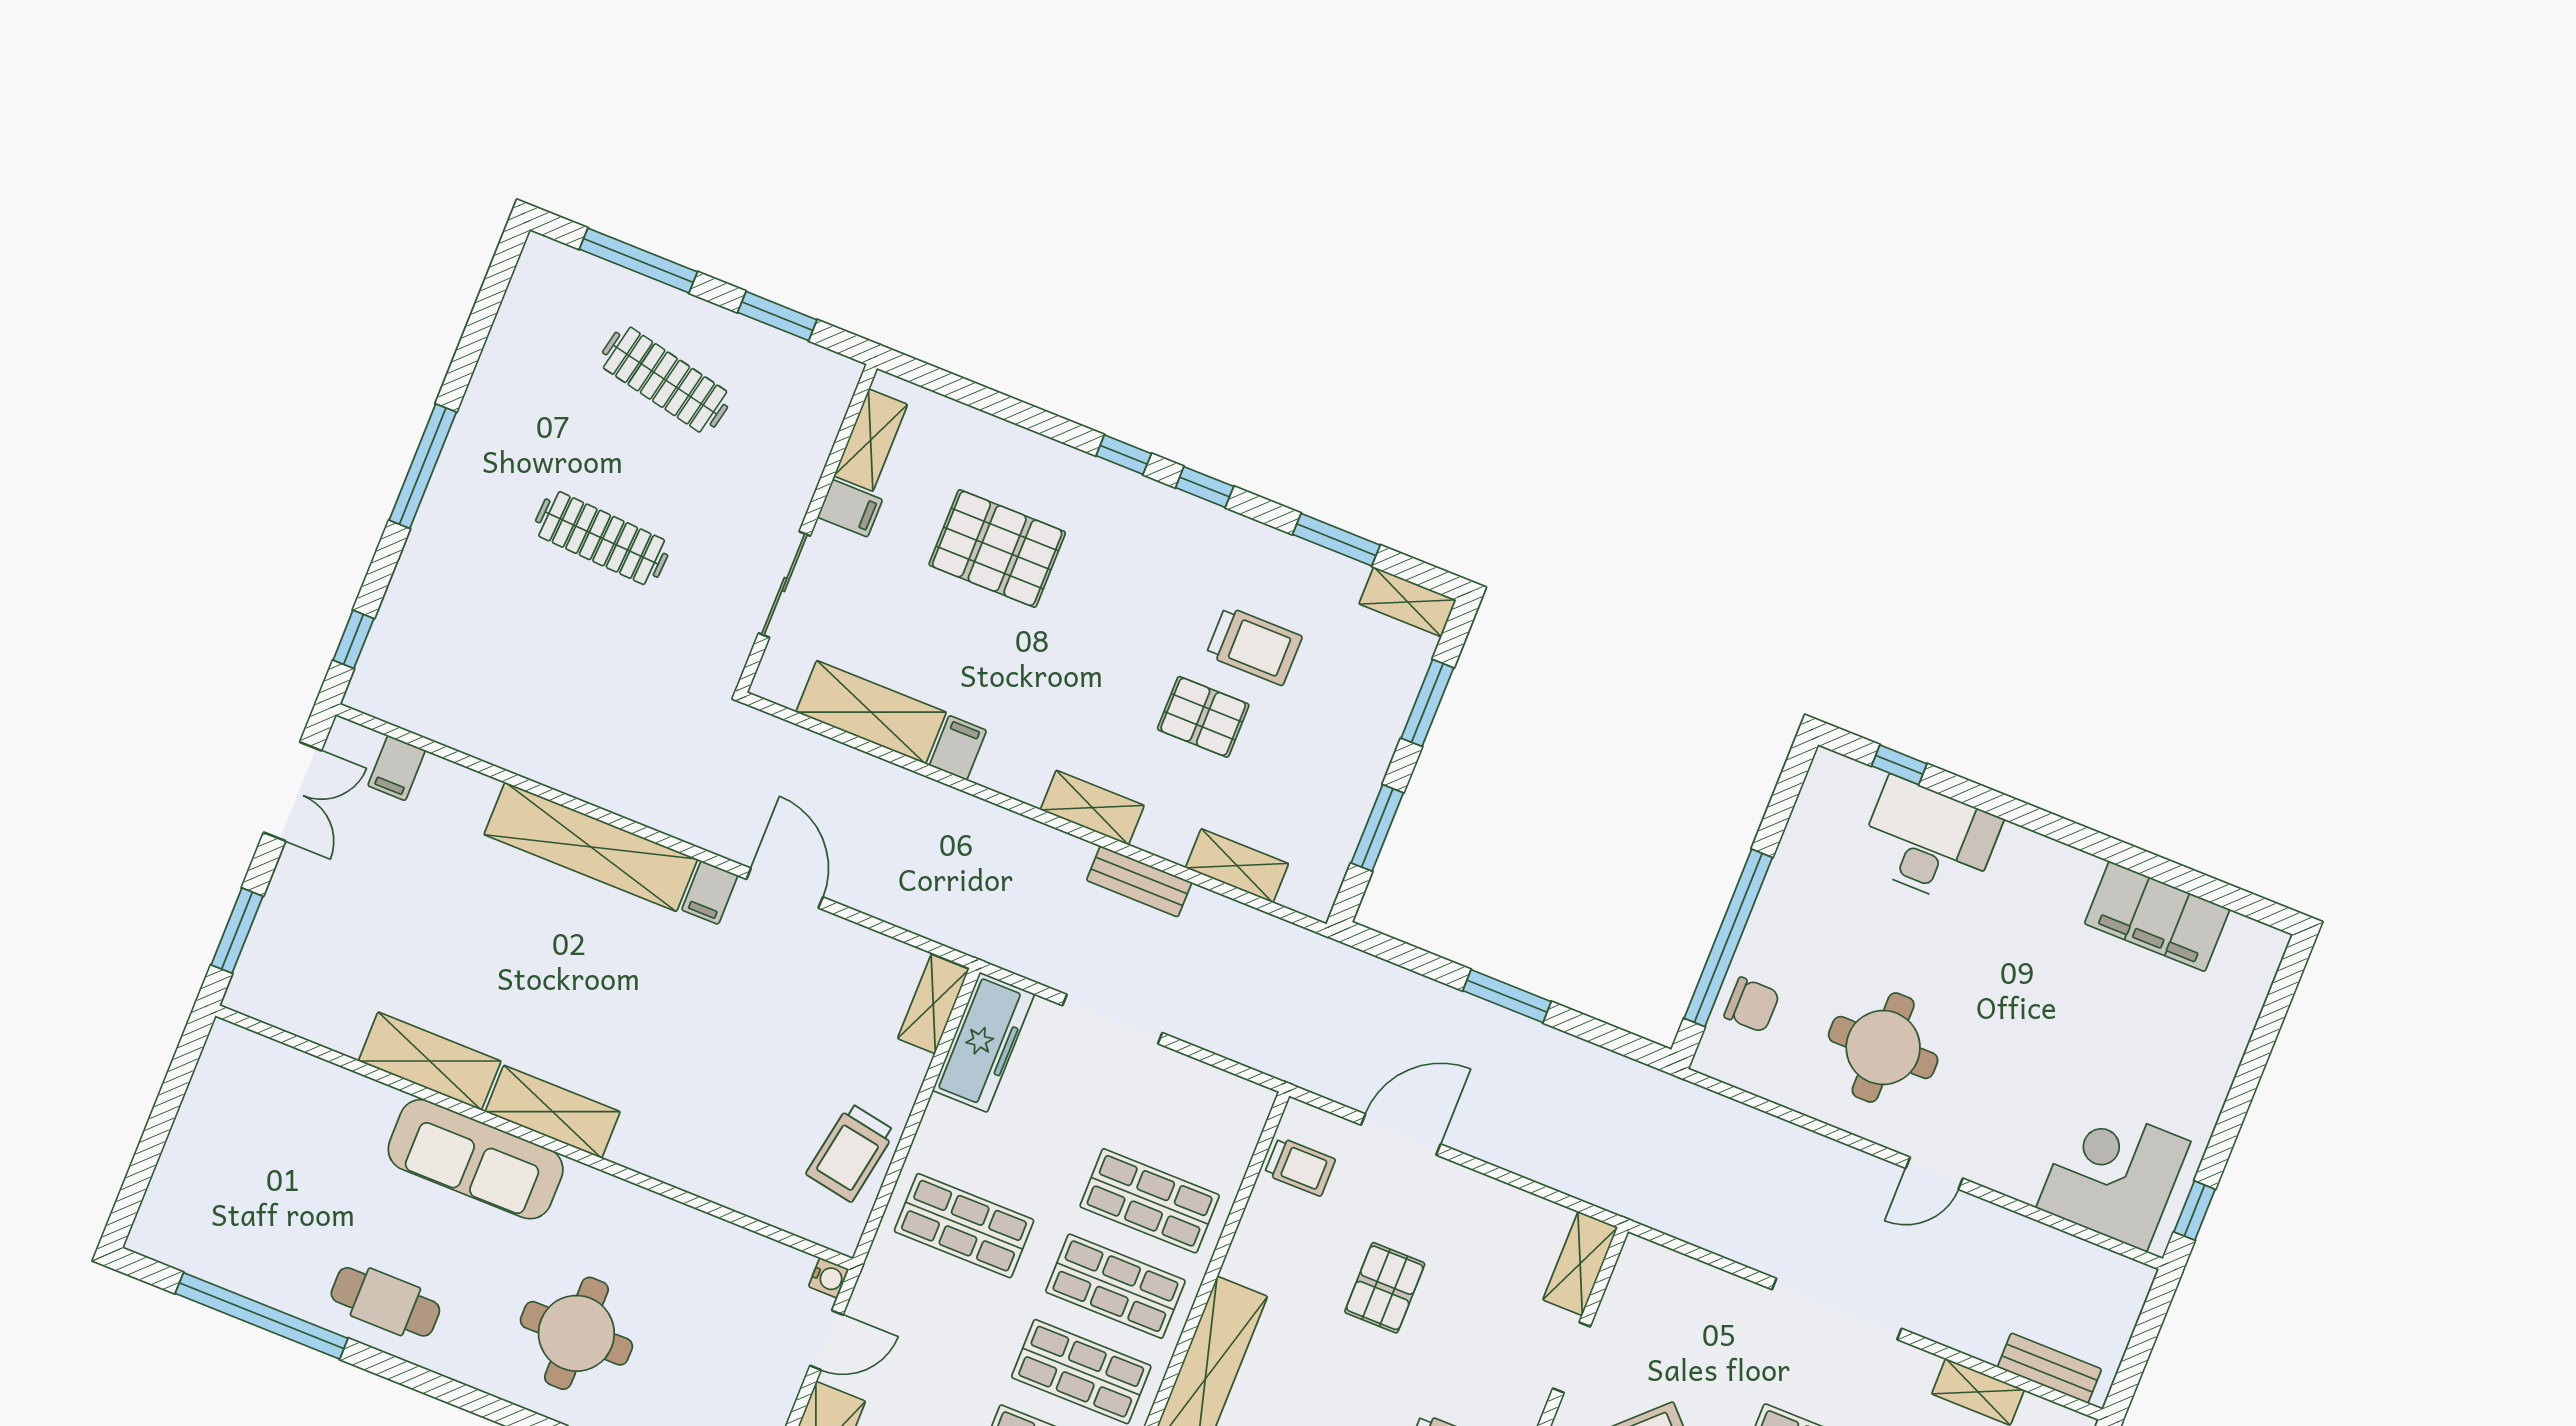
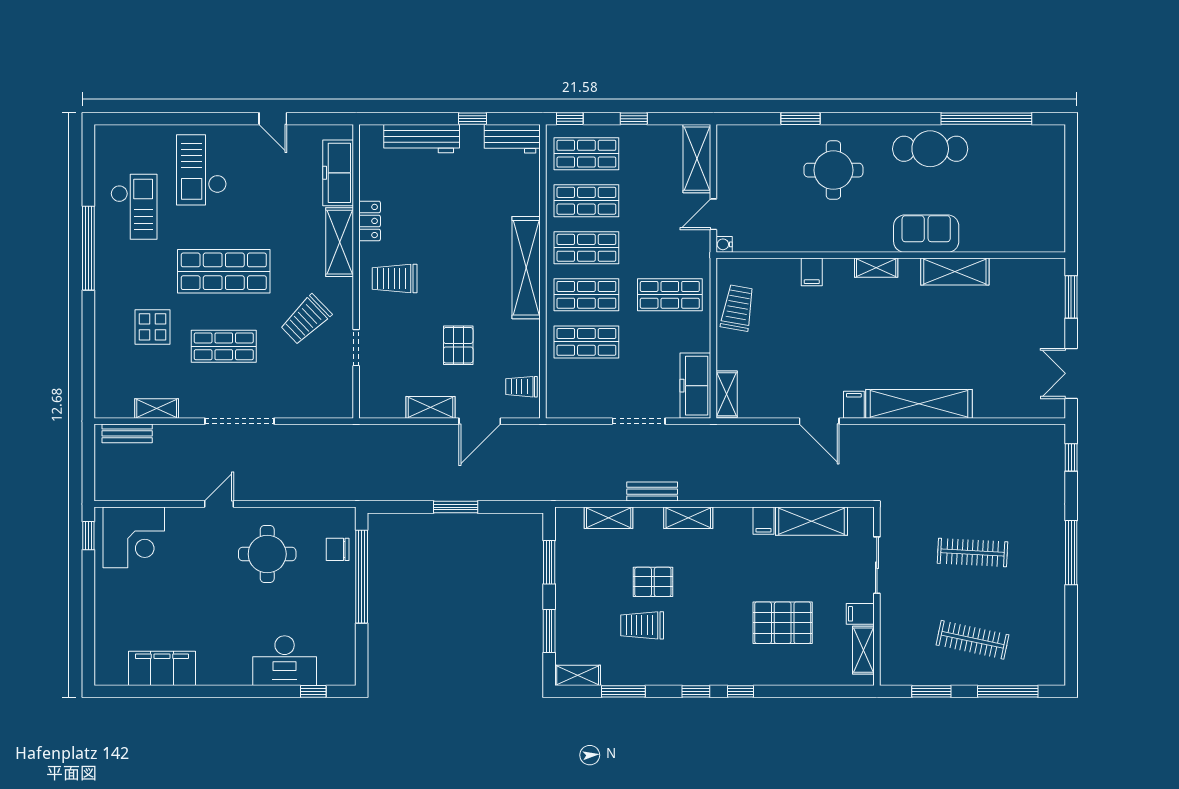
filing cabinet: (397, 768) -> (812, 272), moved, turned 180
shelving: (553, 1112) -> (876, 268), width x0.67, depth x0.75
sofa: (476, 1159) -> (926, 234), width x0.73
shelving: (1580, 1264) -> (430, 407), moved, turned 90
cafe table: (385, 1302) -> (930, 149), width x1.37, depth x1.35

